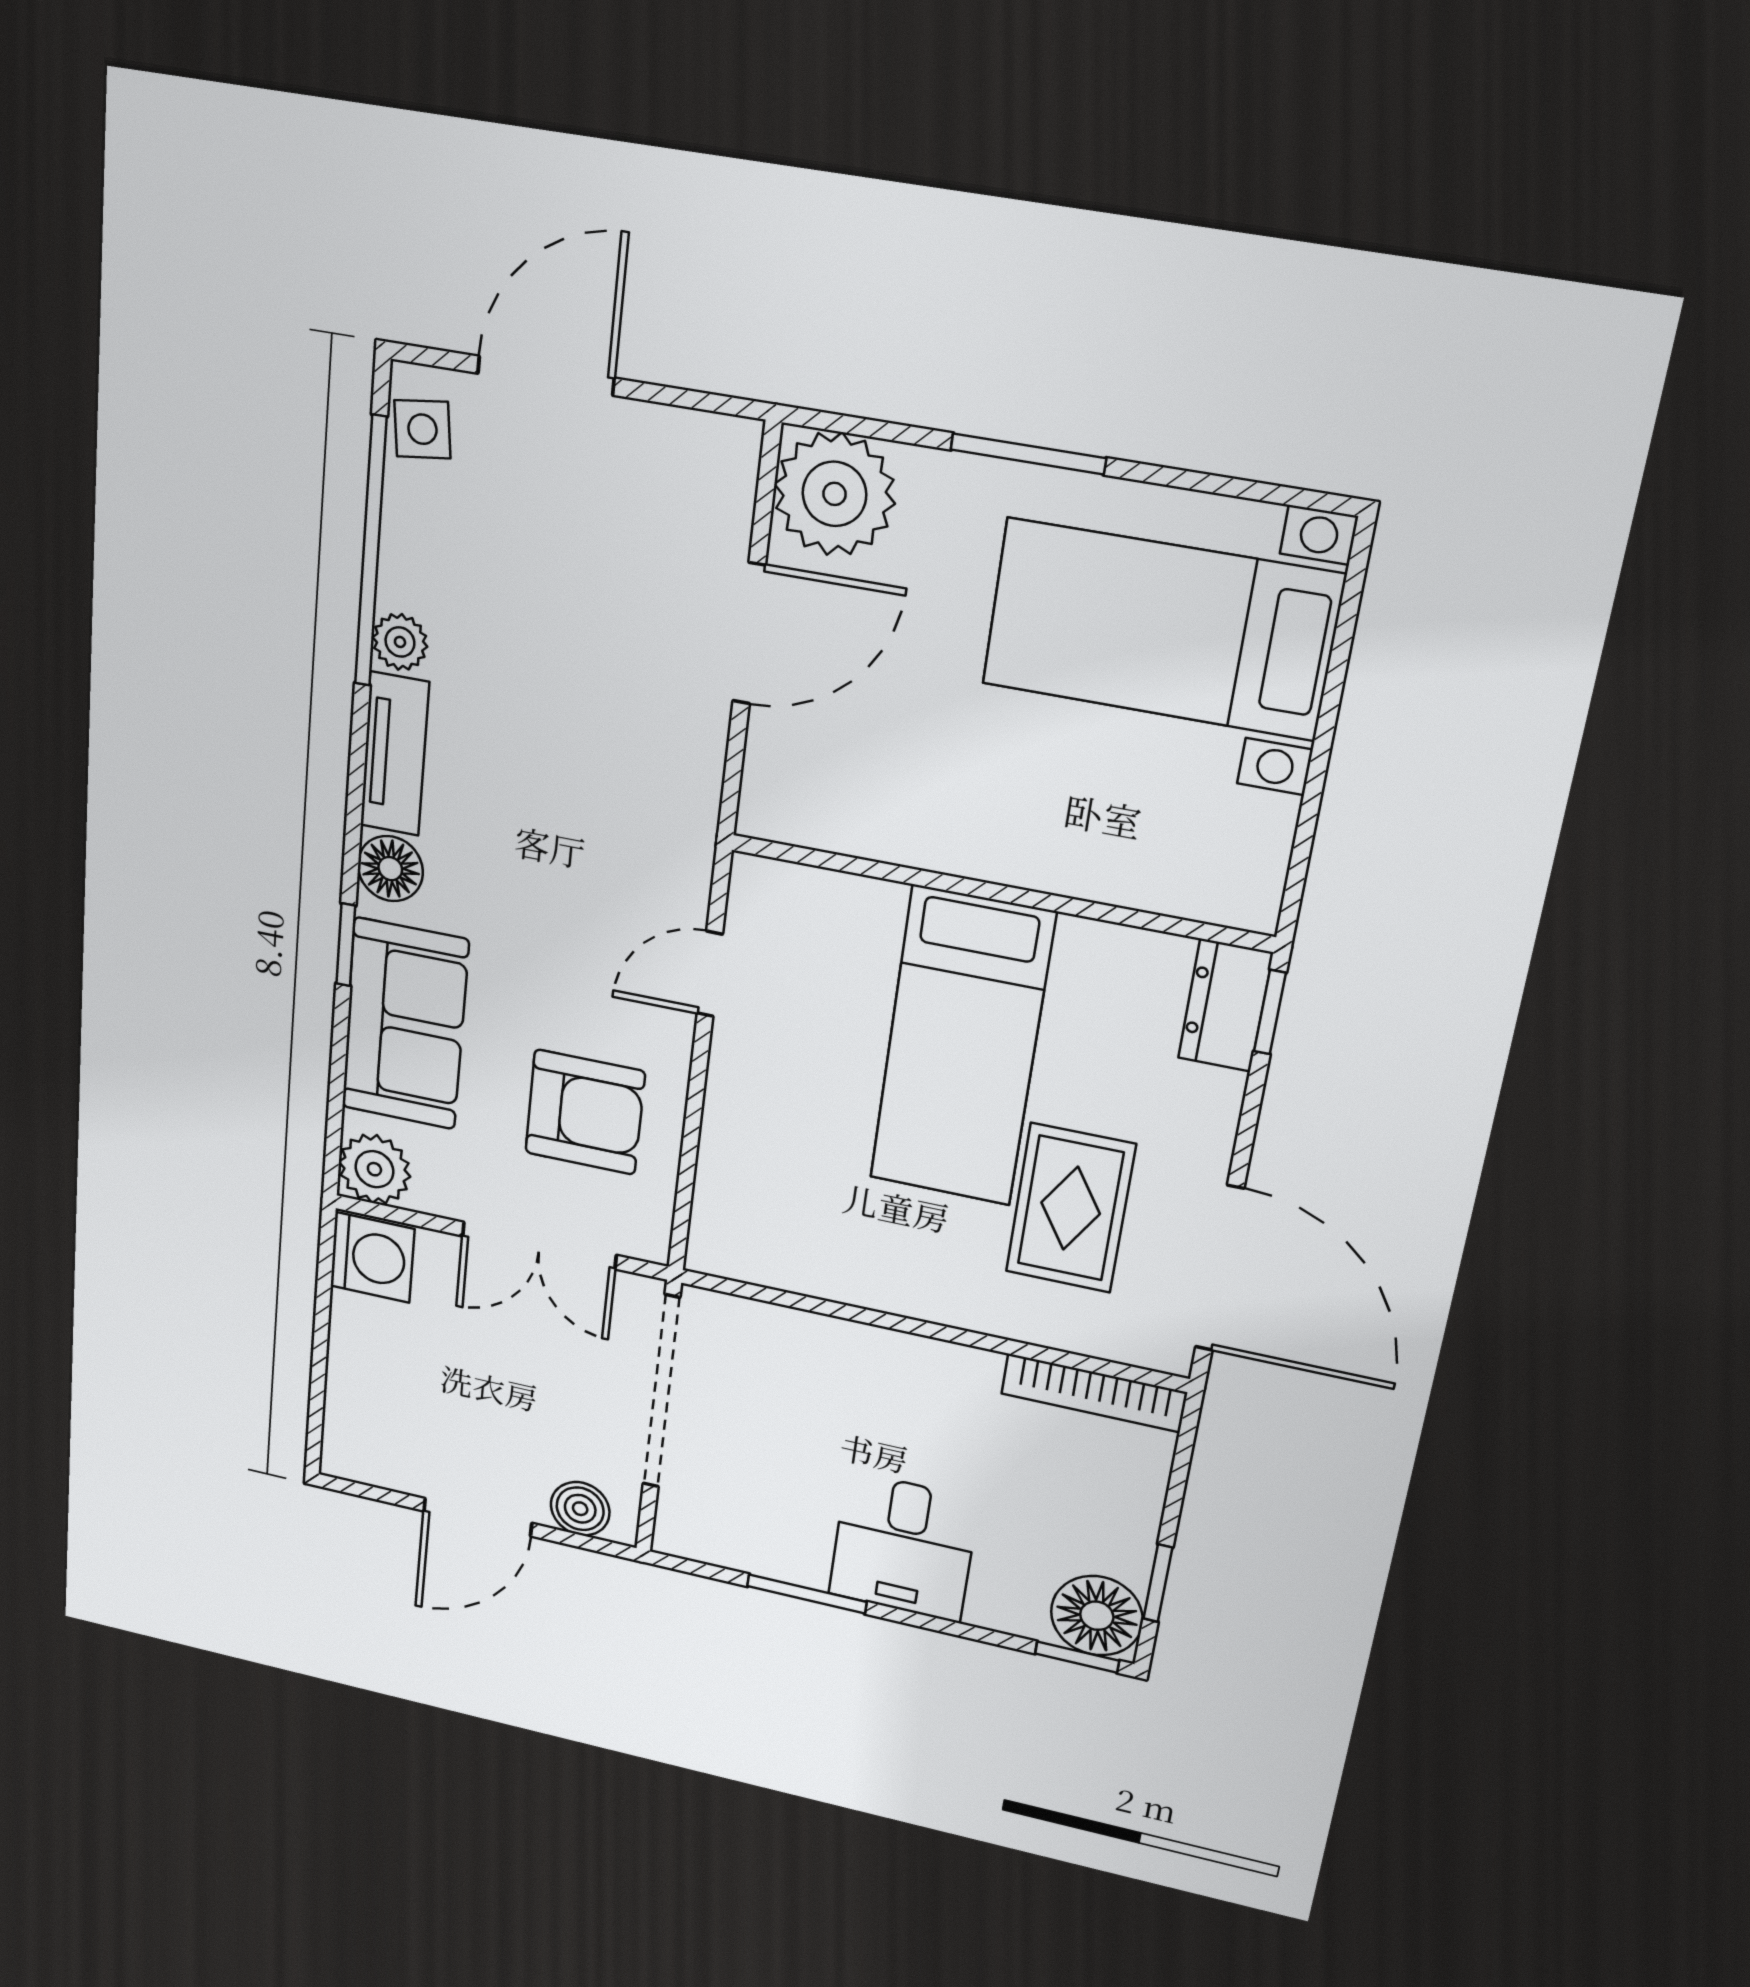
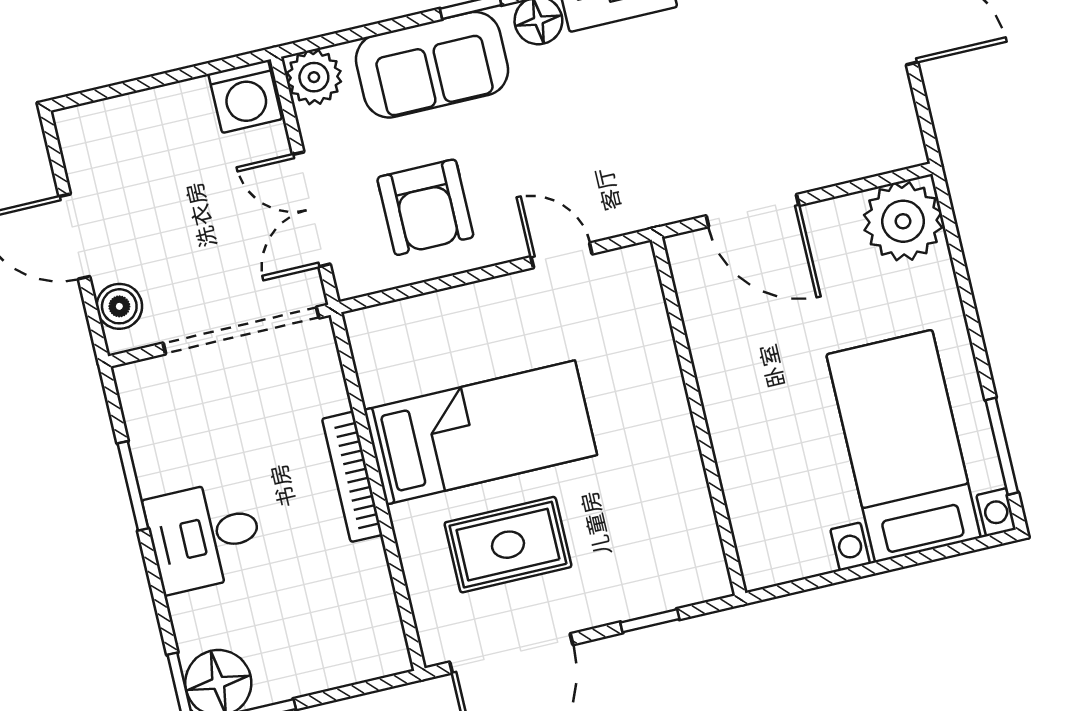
window: (1028, 454) -> (1002, 446), moved
door: (749, 633) -> (752, 211), moved
dresser: (1225, 1005) -> (688, 582), removed
window: (1270, 1012) -> (650, 621), moved
bed: (962, 1047) -> (480, 432), moved, turned 180
bookcase: (1094, 1393) -> (352, 477), moved

